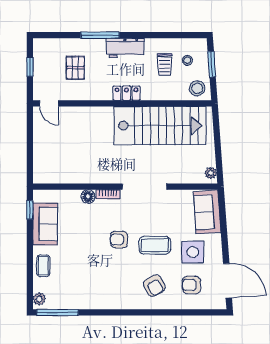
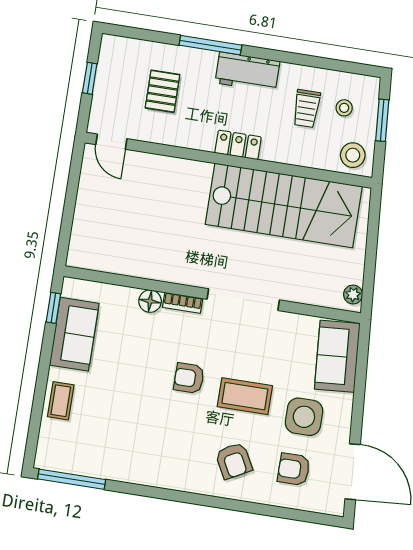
plant: (39, 299) -> (46, 453), removed

